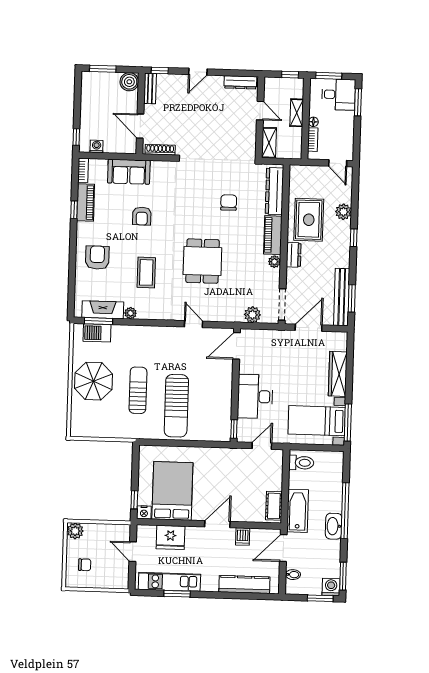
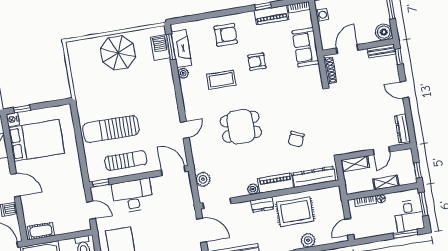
chair: (229, 203) -> (296, 139), turned 113
armchair: (142, 216) -> (257, 62), moved
sun lounger: (138, 390) -> (126, 161), moved

